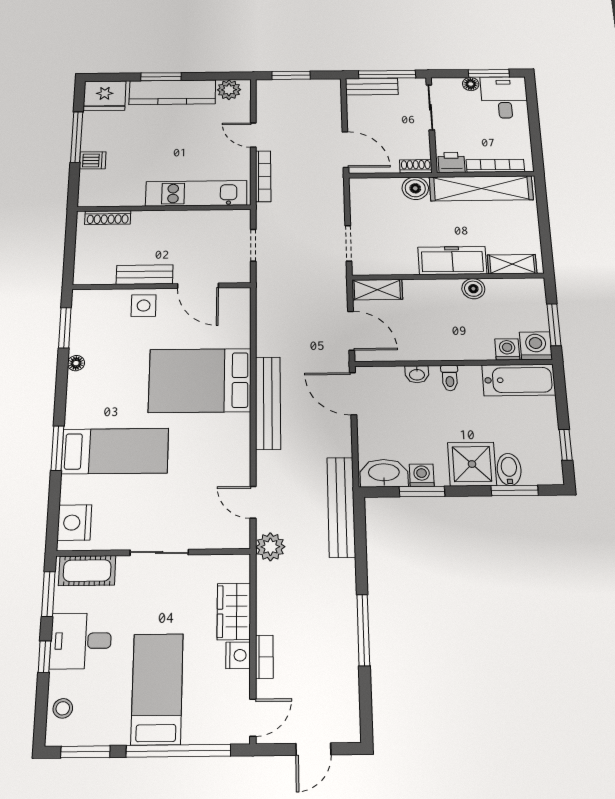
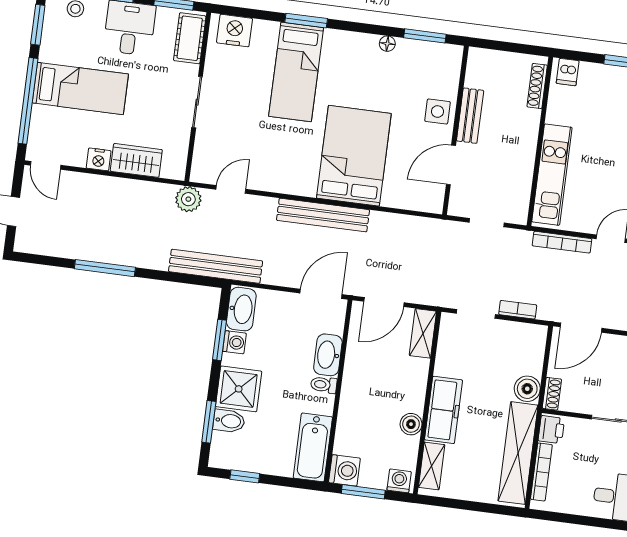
dishwasher: (93, 160) -> (568, 72), moved
washing machine: (507, 349) -> (399, 481), moved, turned -90
washbasin: (417, 374) -> (328, 355), width x1.91, depth x1.45
bookcase: (264, 657) -> (518, 310), moved, turned 180

